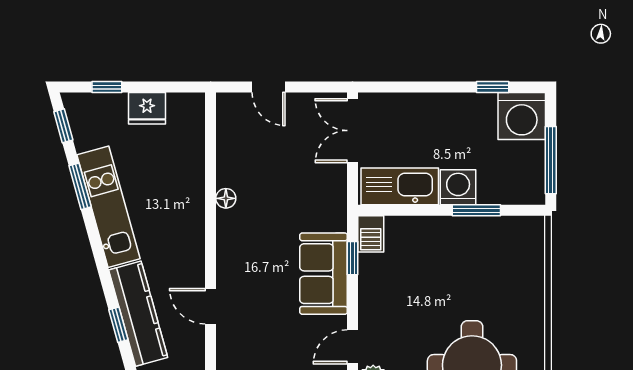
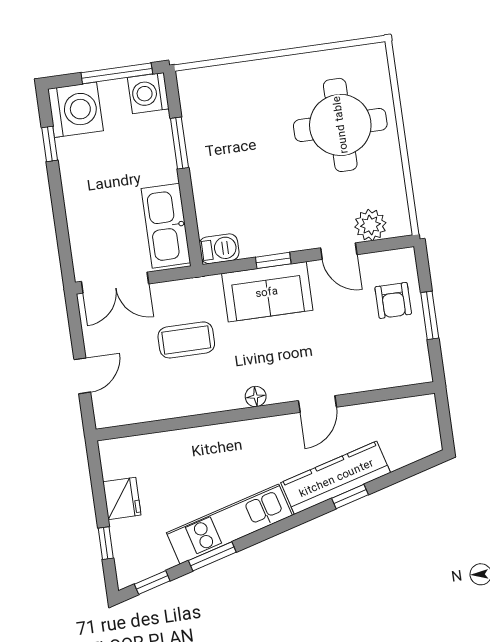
washing machine: (458, 187) -> (148, 93), moved
coffee table: (289, 190) -> (186, 340), added
floor lamp: (226, 198) -> (256, 397), moved
window: (353, 258) -> (273, 260), moved

